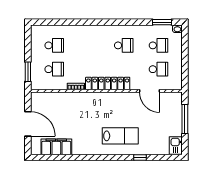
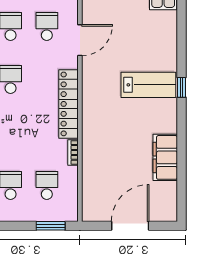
lab bench: (120, 136) -> (148, 85), turned 90
filing cabinet: (56, 147) -> (165, 157), moved
window: (140, 158) -> (181, 87), moved

